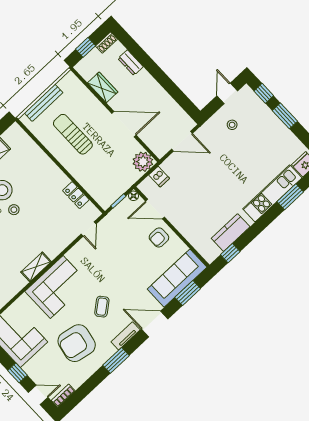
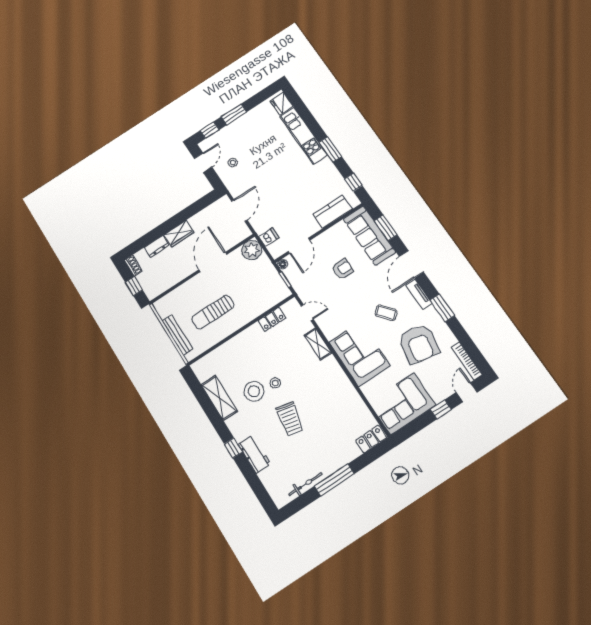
wardrobe: (103, 87) -> (179, 234), moved, turned 180
door: (227, 93) -> (203, 163), swing flipped
window: (290, 197) -> (330, 149), moved
kitchen counter: (231, 233) -> (333, 212), moved, turned 90
armchair: (159, 237) -> (343, 269), moved, turned -90
shelving: (36, 267) -> (318, 344), moved
bookcase: (63, 396) -> (467, 361), width x1.56

